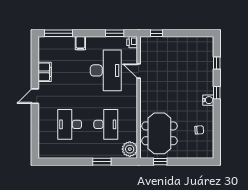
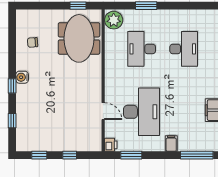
window: (157, 33) -> (70, 155), moved
window: (193, 33) -> (39, 155), added
desk: (106, 70) -> (142, 112), turned 180

